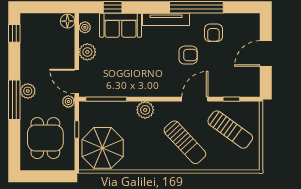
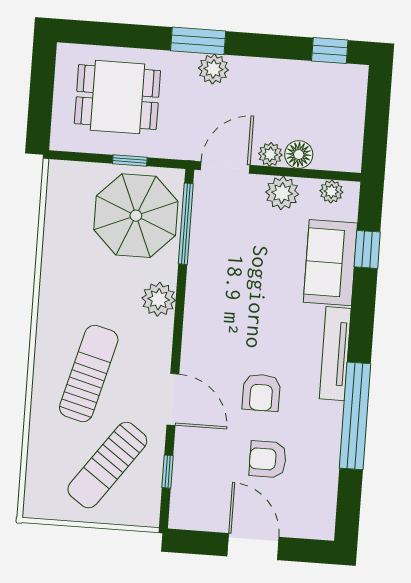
floor lamp: (67, 21) -> (299, 155), moved
armchair: (213, 33) -> (268, 459), moved
window: (14, 100) -> (198, 41), width x0.69
plant: (68, 101) -> (270, 154), moved
sun lounger: (185, 142) -> (89, 373), turned 148
parasol: (103, 148) -> (136, 216), moved

